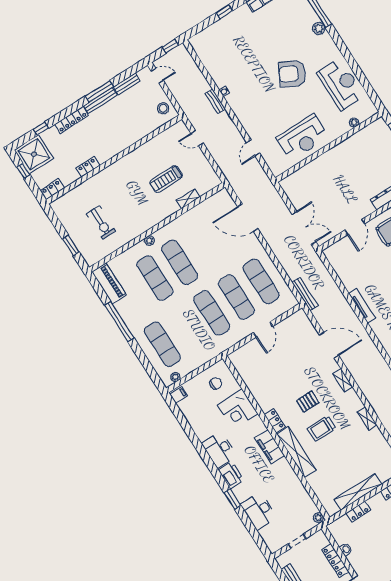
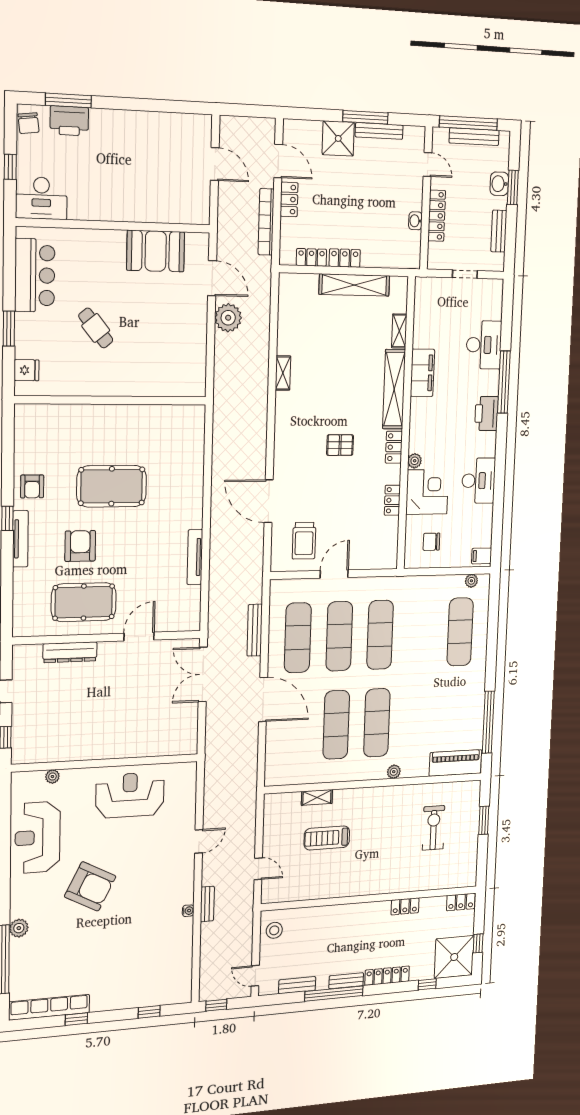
window: (224, 12) -> (149, 1012), moved
window: (99, 91) -> (334, 994), width x1.46
bench: (100, 101) -> (346, 981), width x0.73
door: (253, 148) -> (199, 841), moved
treadmill: (166, 179) -> (327, 838), turned 180
door: (248, 218) -> (263, 699), moved
exercise mat: (155, 278) -> (336, 725), moved
piano: (109, 283) -> (456, 763), moved, turned 90
bench: (305, 294) -> (255, 630), moved
tv unit: (362, 306) -> (195, 557), moved
window: (119, 322) -> (488, 722), moved
shelving: (343, 380) -> (399, 331), moved
locker: (256, 391) -> (392, 500), added
trolley: (322, 429) -> (304, 541), moved, turned 90
filing cabinet: (270, 447) -> (422, 373), moved
desk: (219, 450) -> (479, 481), moved
window: (232, 499) -> (504, 382), width x2.11
locker: (358, 512) -> (345, 258), moved
plant: (318, 518) -> (415, 461), moved

